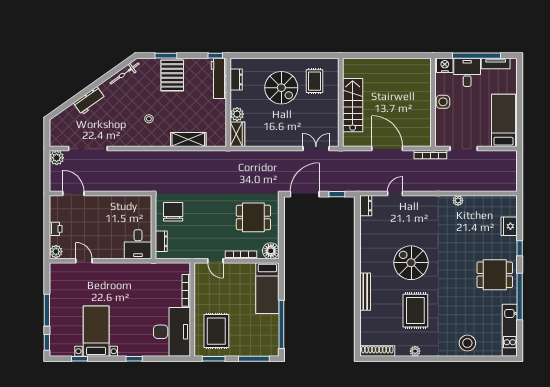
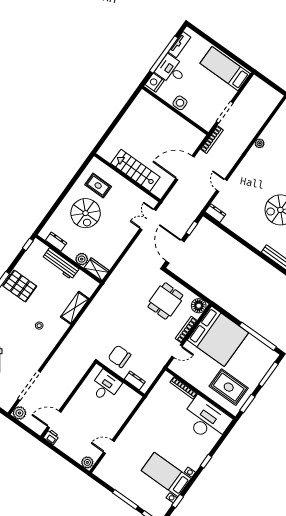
workbench: (219, 78) -> (60, 264), moved
spiral stairs: (281, 88) -> (86, 213), turned 90
printer: (56, 229) -> (51, 437), moved
desk: (138, 244) -> (105, 386), moved, turned -90
bed: (267, 288) -> (218, 336), width x2.04

